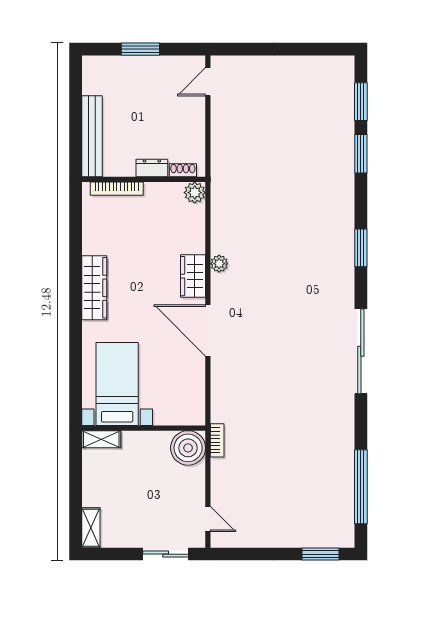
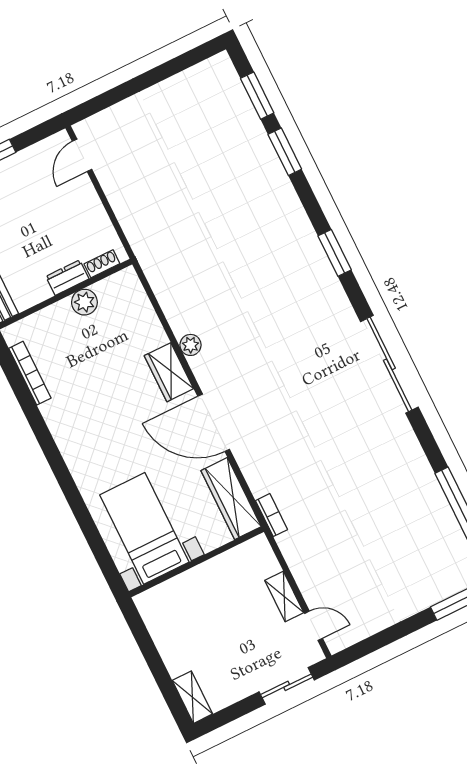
bookcase: (117, 189) -> (30, 373), moved, turned -90
plant: (195, 193) -> (84, 302), moved
wardrobe: (94, 288) -> (231, 499), moved, turned 180
shelving: (101, 439) -> (284, 596), moved, turned 90
bookcase: (217, 440) -> (271, 515), moved
boiler: (188, 448) -> (255, 560), removed

